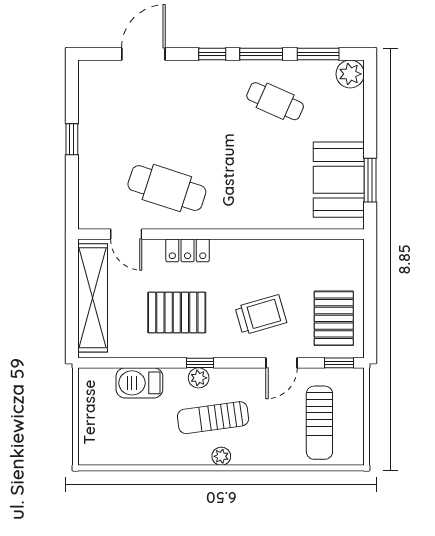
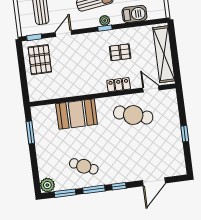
booth: (339, 180) -> (77, 114), moved, turned 90
pallet: (177, 312) -> (120, 52), width x0.67, depth x0.71
trolley: (261, 315) -> (77, 57), removed

